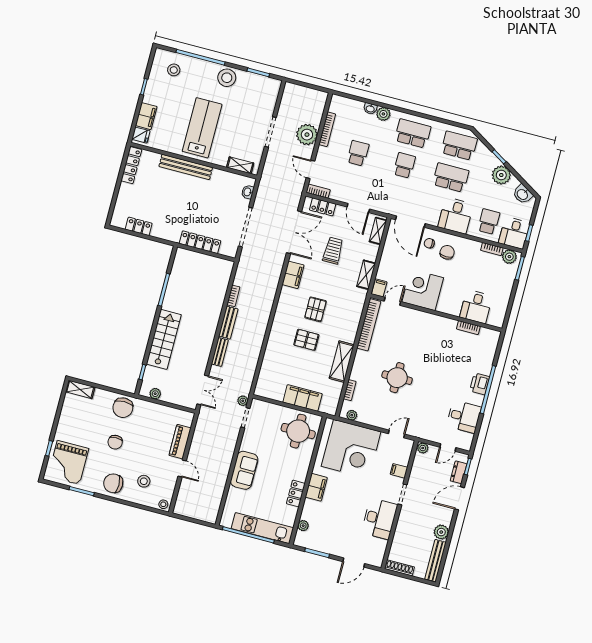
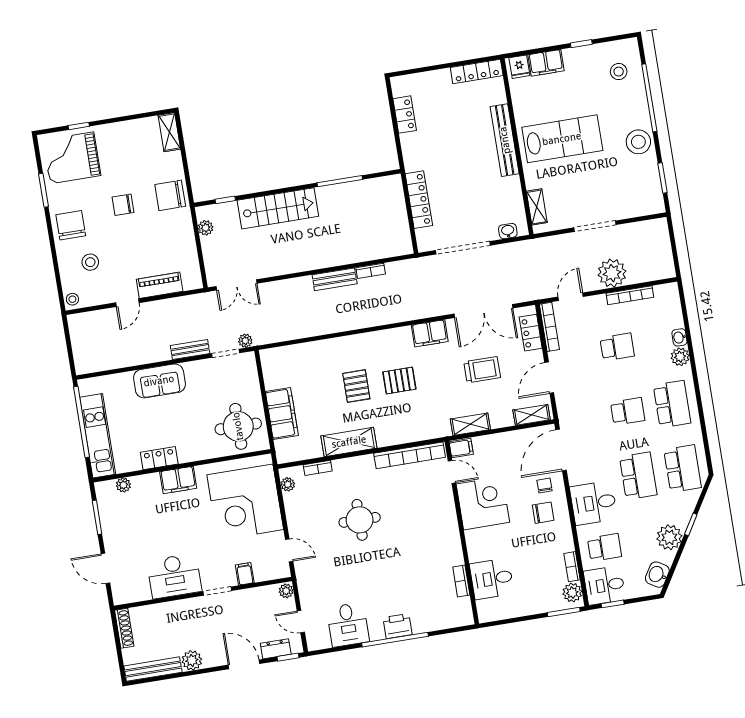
bookcase: (318, 191) -> (549, 327), width x1.56
bench: (220, 352) -> (190, 350), moved

